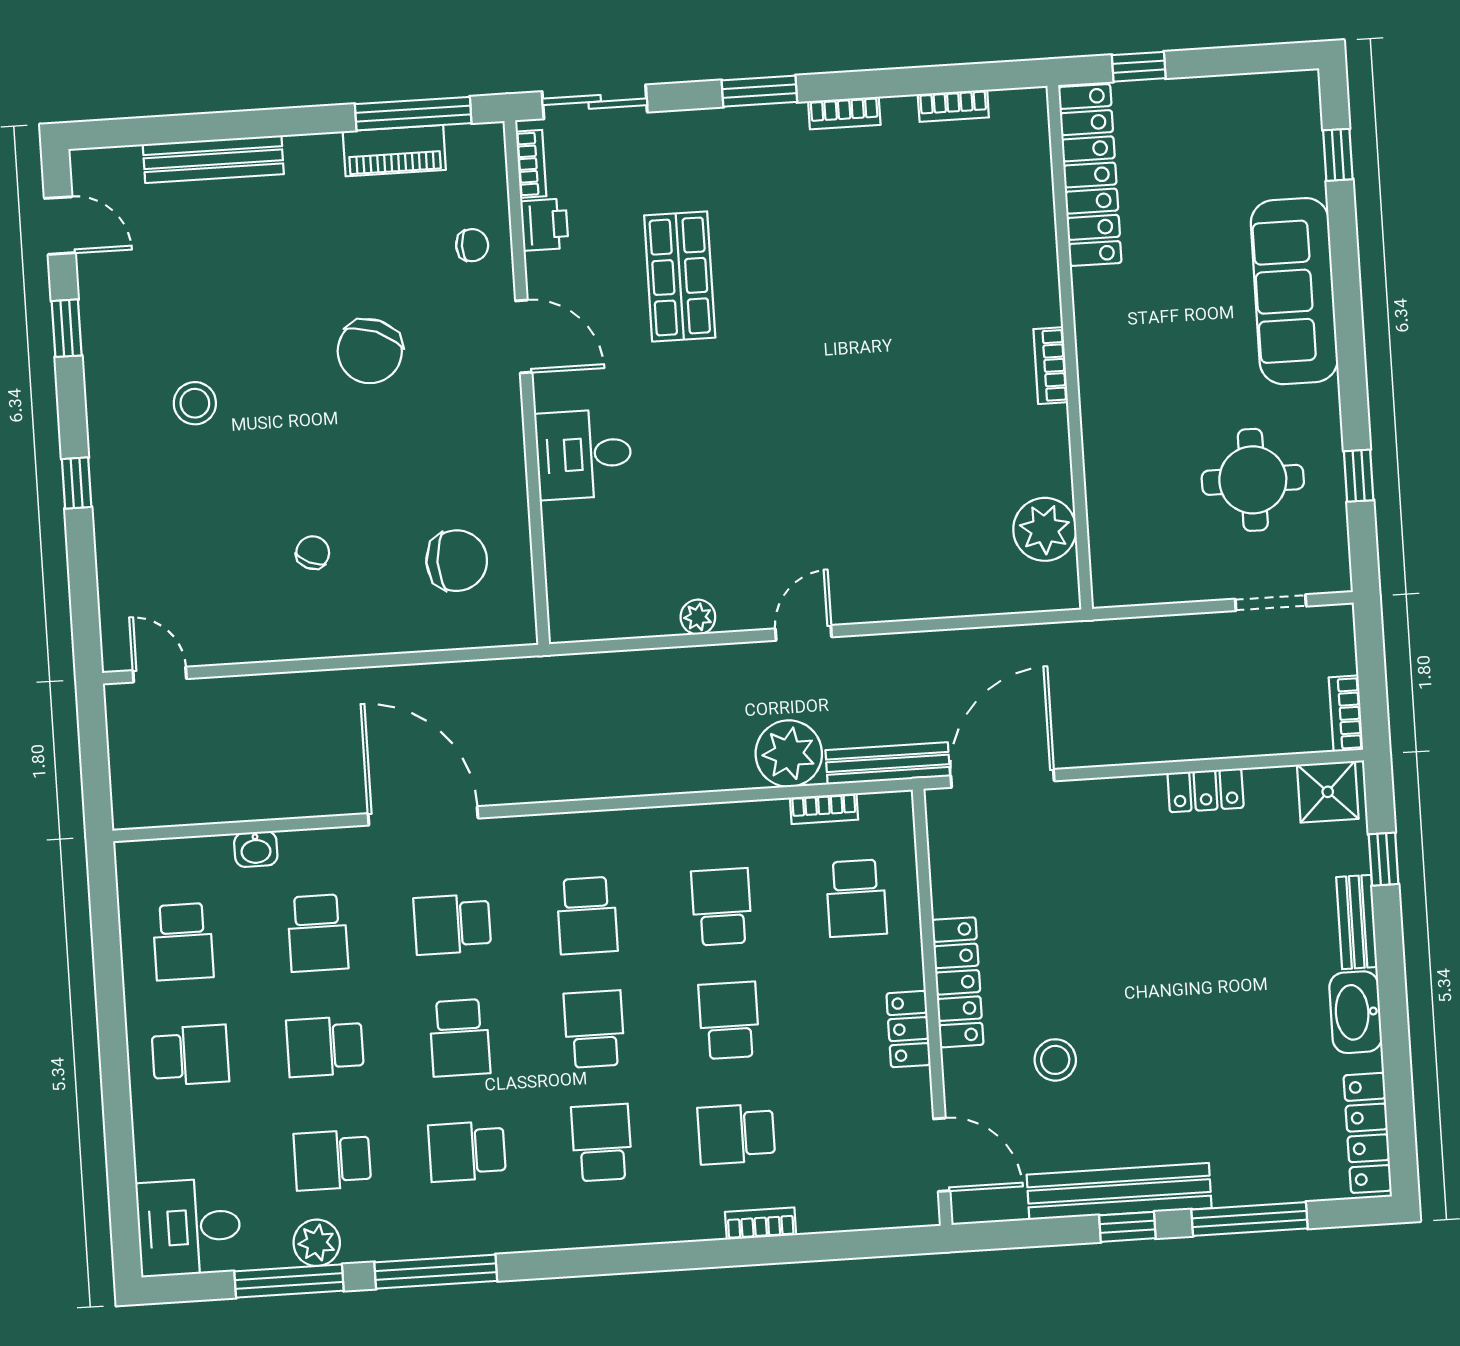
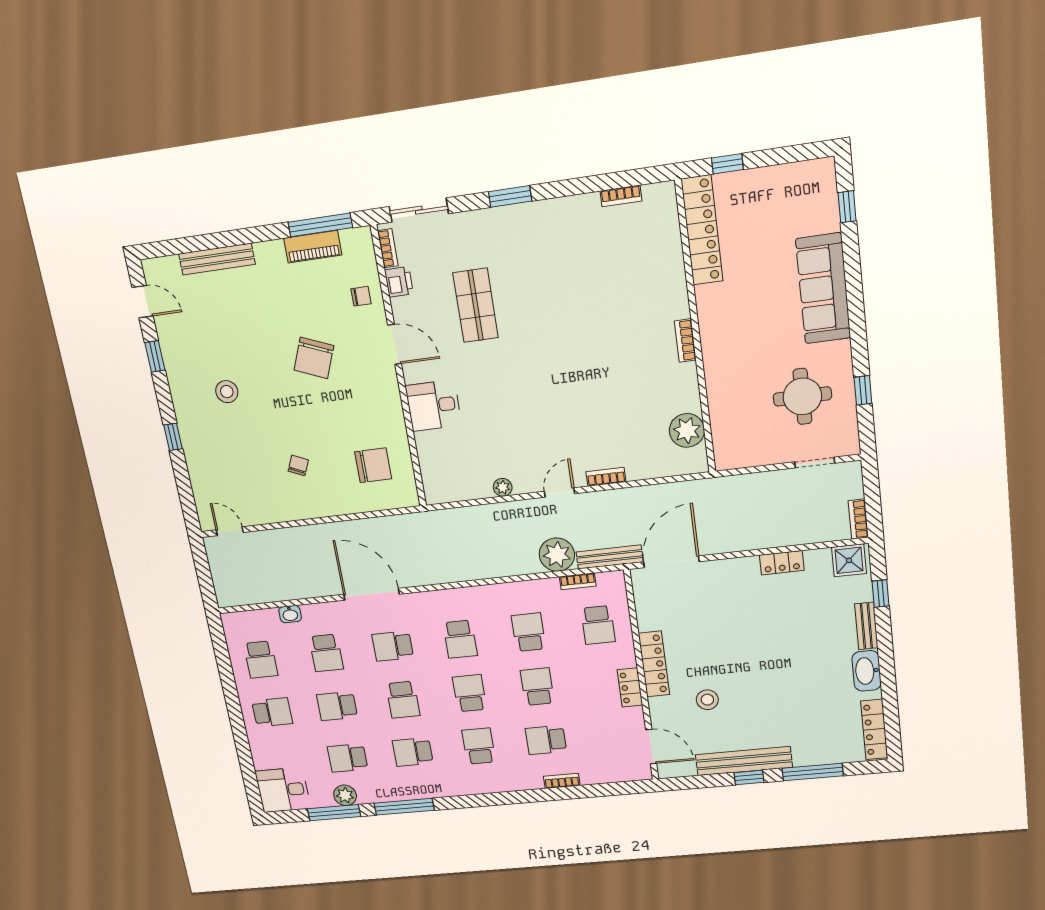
bookcase: (844, 113) -> (606, 477), moved, turned 180

